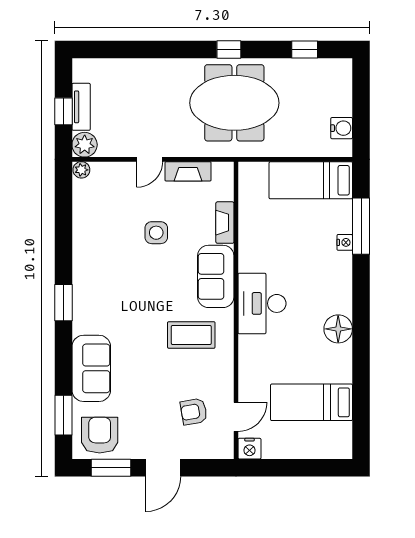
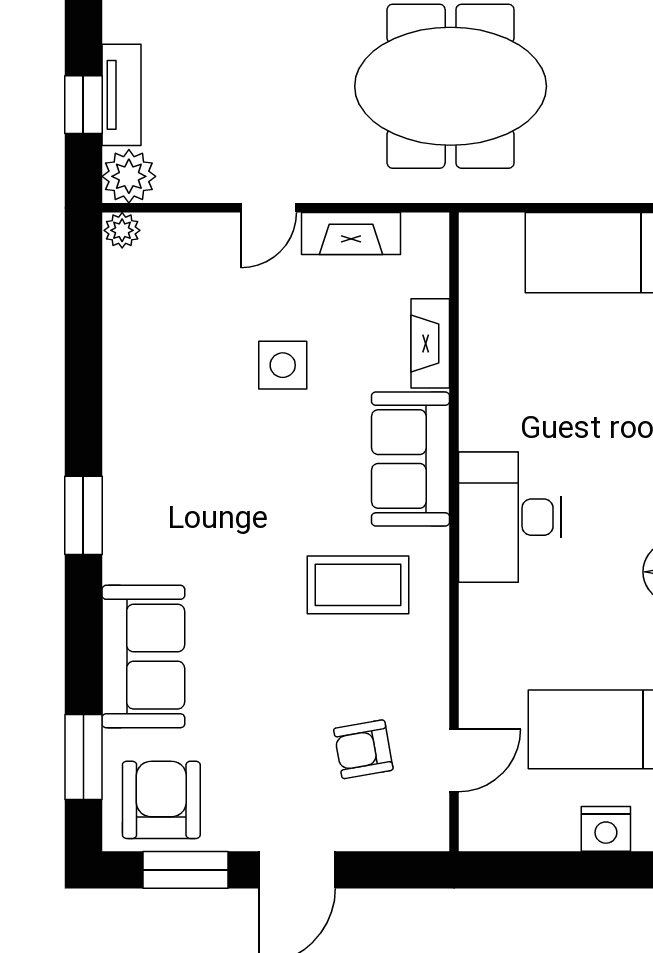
nightstand: (249, 449) -> (606, 829), moved

